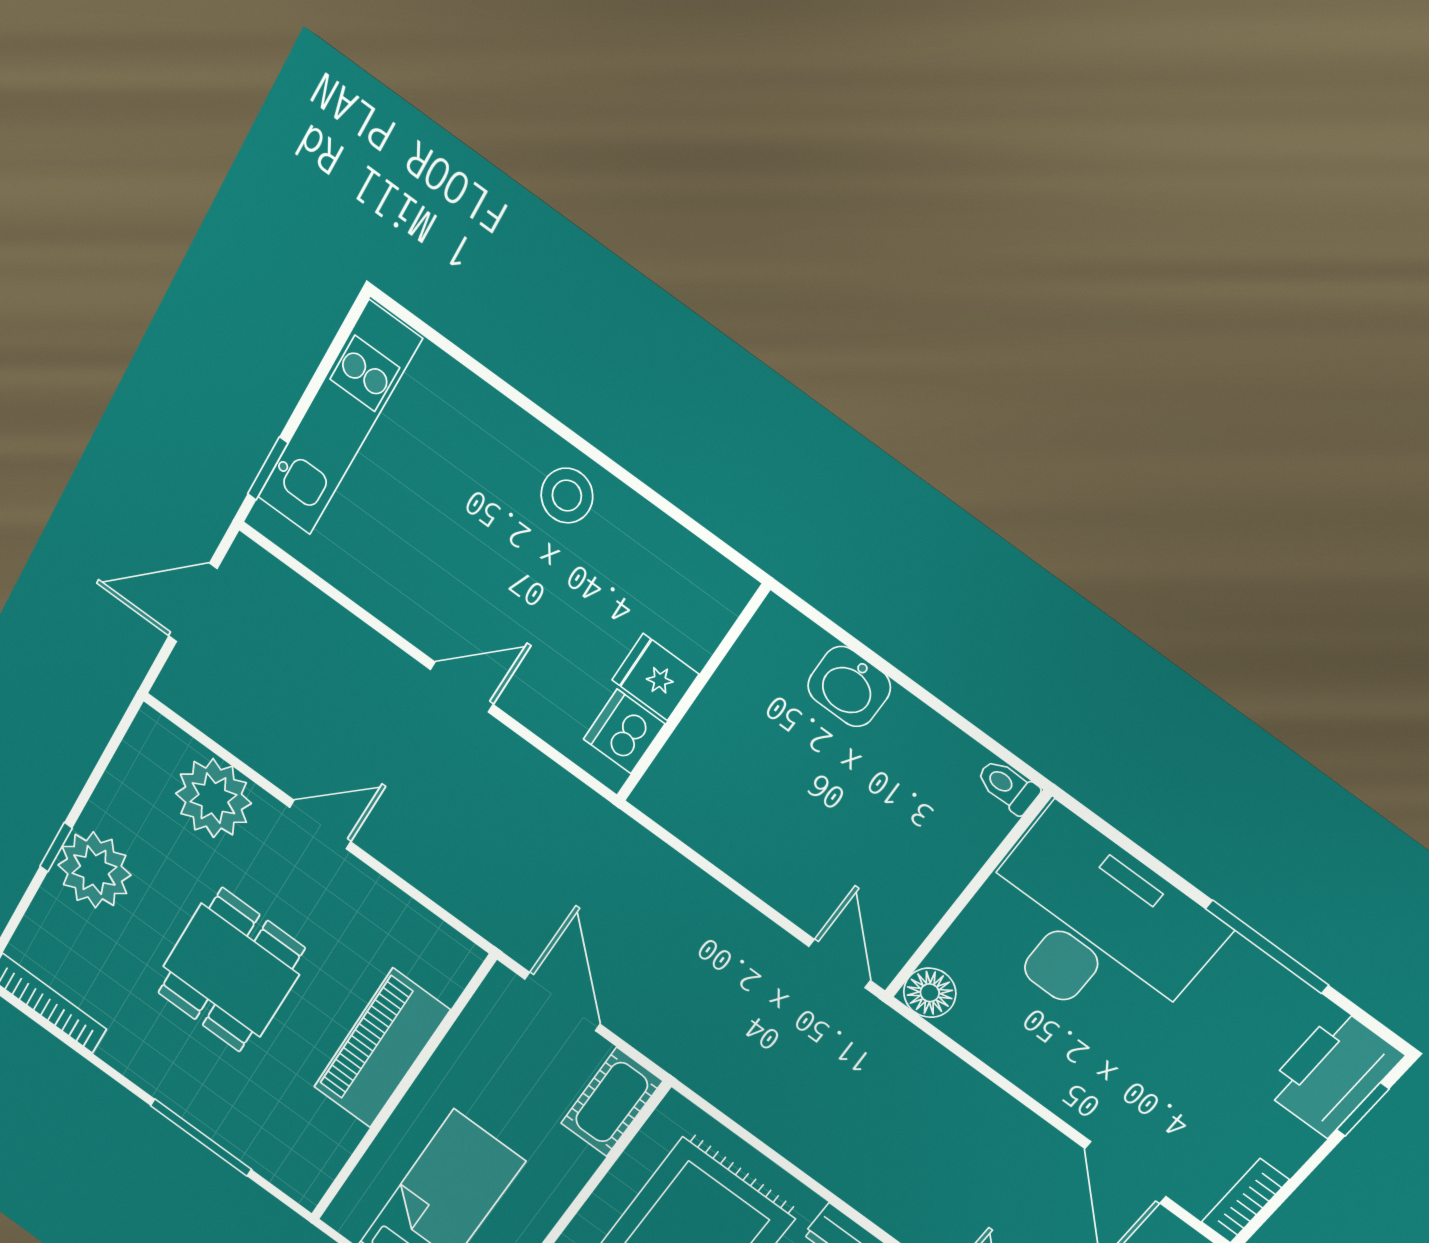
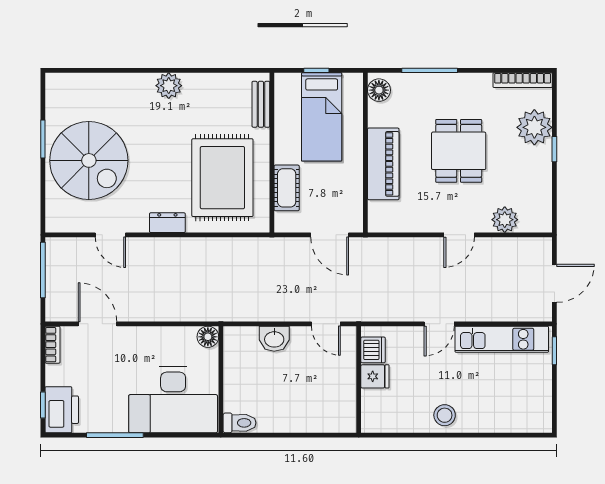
kitchen unit: (339, 419) -> (502, 339), moved, turned -90
washbasin: (849, 687) -> (274, 339), moved, turned 180
toilet: (1008, 786) -> (239, 423), width x1.37, depth x1.39
plant: (213, 798) -> (505, 220), width x0.73, depth x0.73
plant: (94, 870) -> (534, 127), moved
door: (840, 963) -> (326, 324), moved
cot: (612, 1102) -> (287, 188), moved
floor lamp: (310, 1172) -> (379, 90), added

